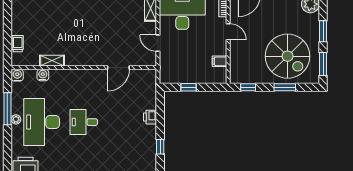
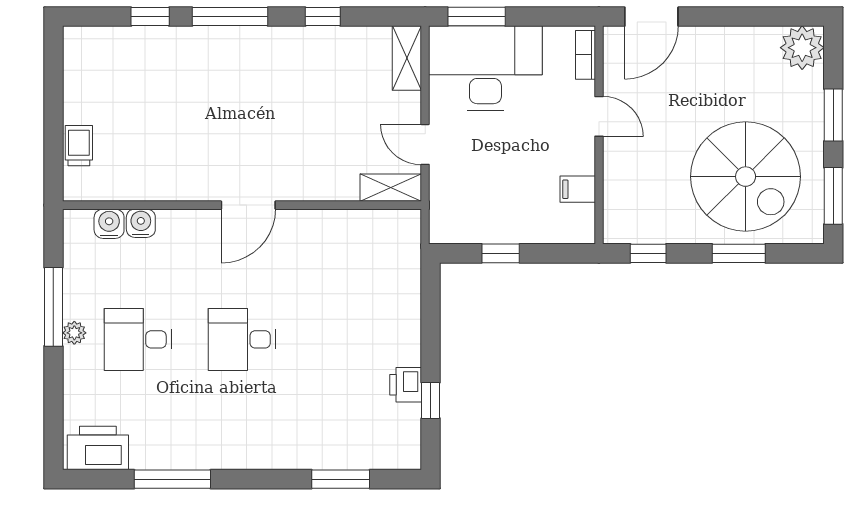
shelving: (52, 61) -> (391, 188), moved
door: (118, 68) -> (248, 205), moved
water cooler: (17, 75) -> (109, 224), moved
printer: (150, 117) -> (406, 385), moved
desk: (42, 122) -> (138, 339), width x0.53, depth x0.77

